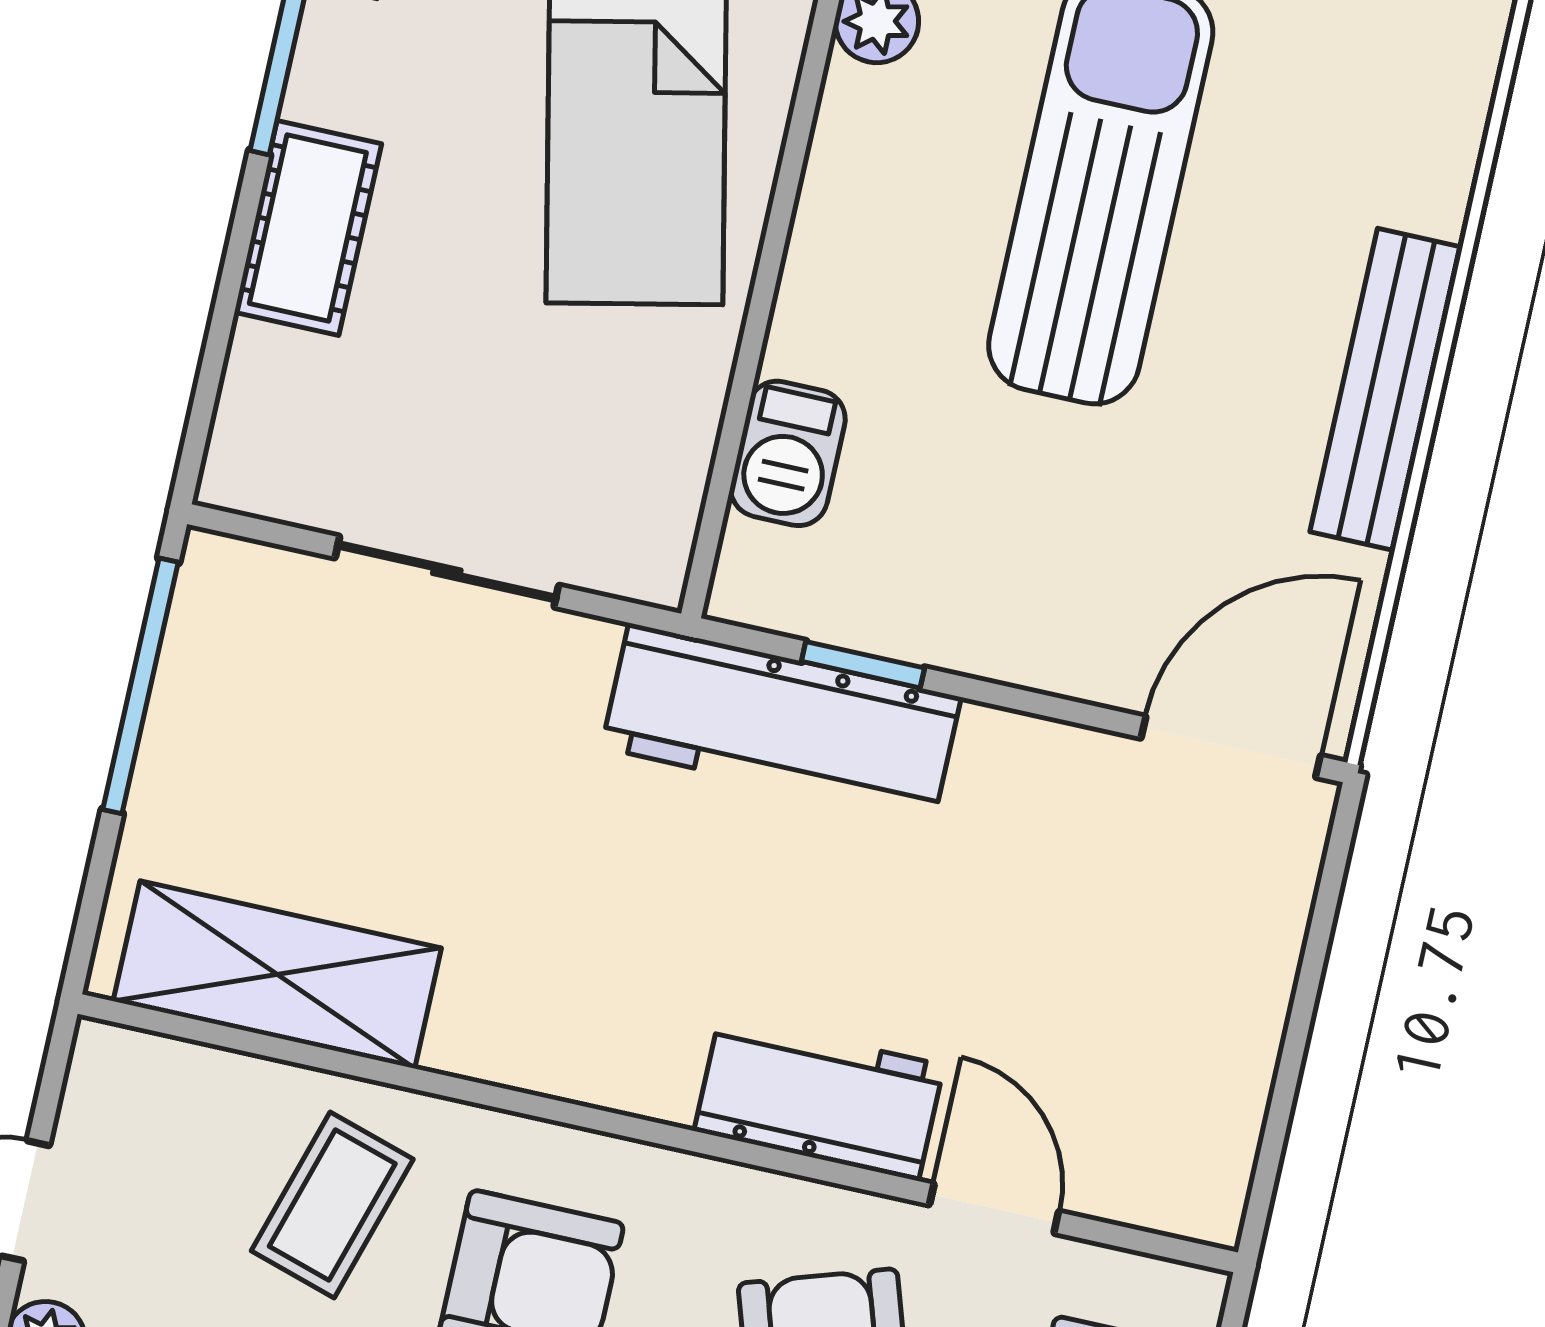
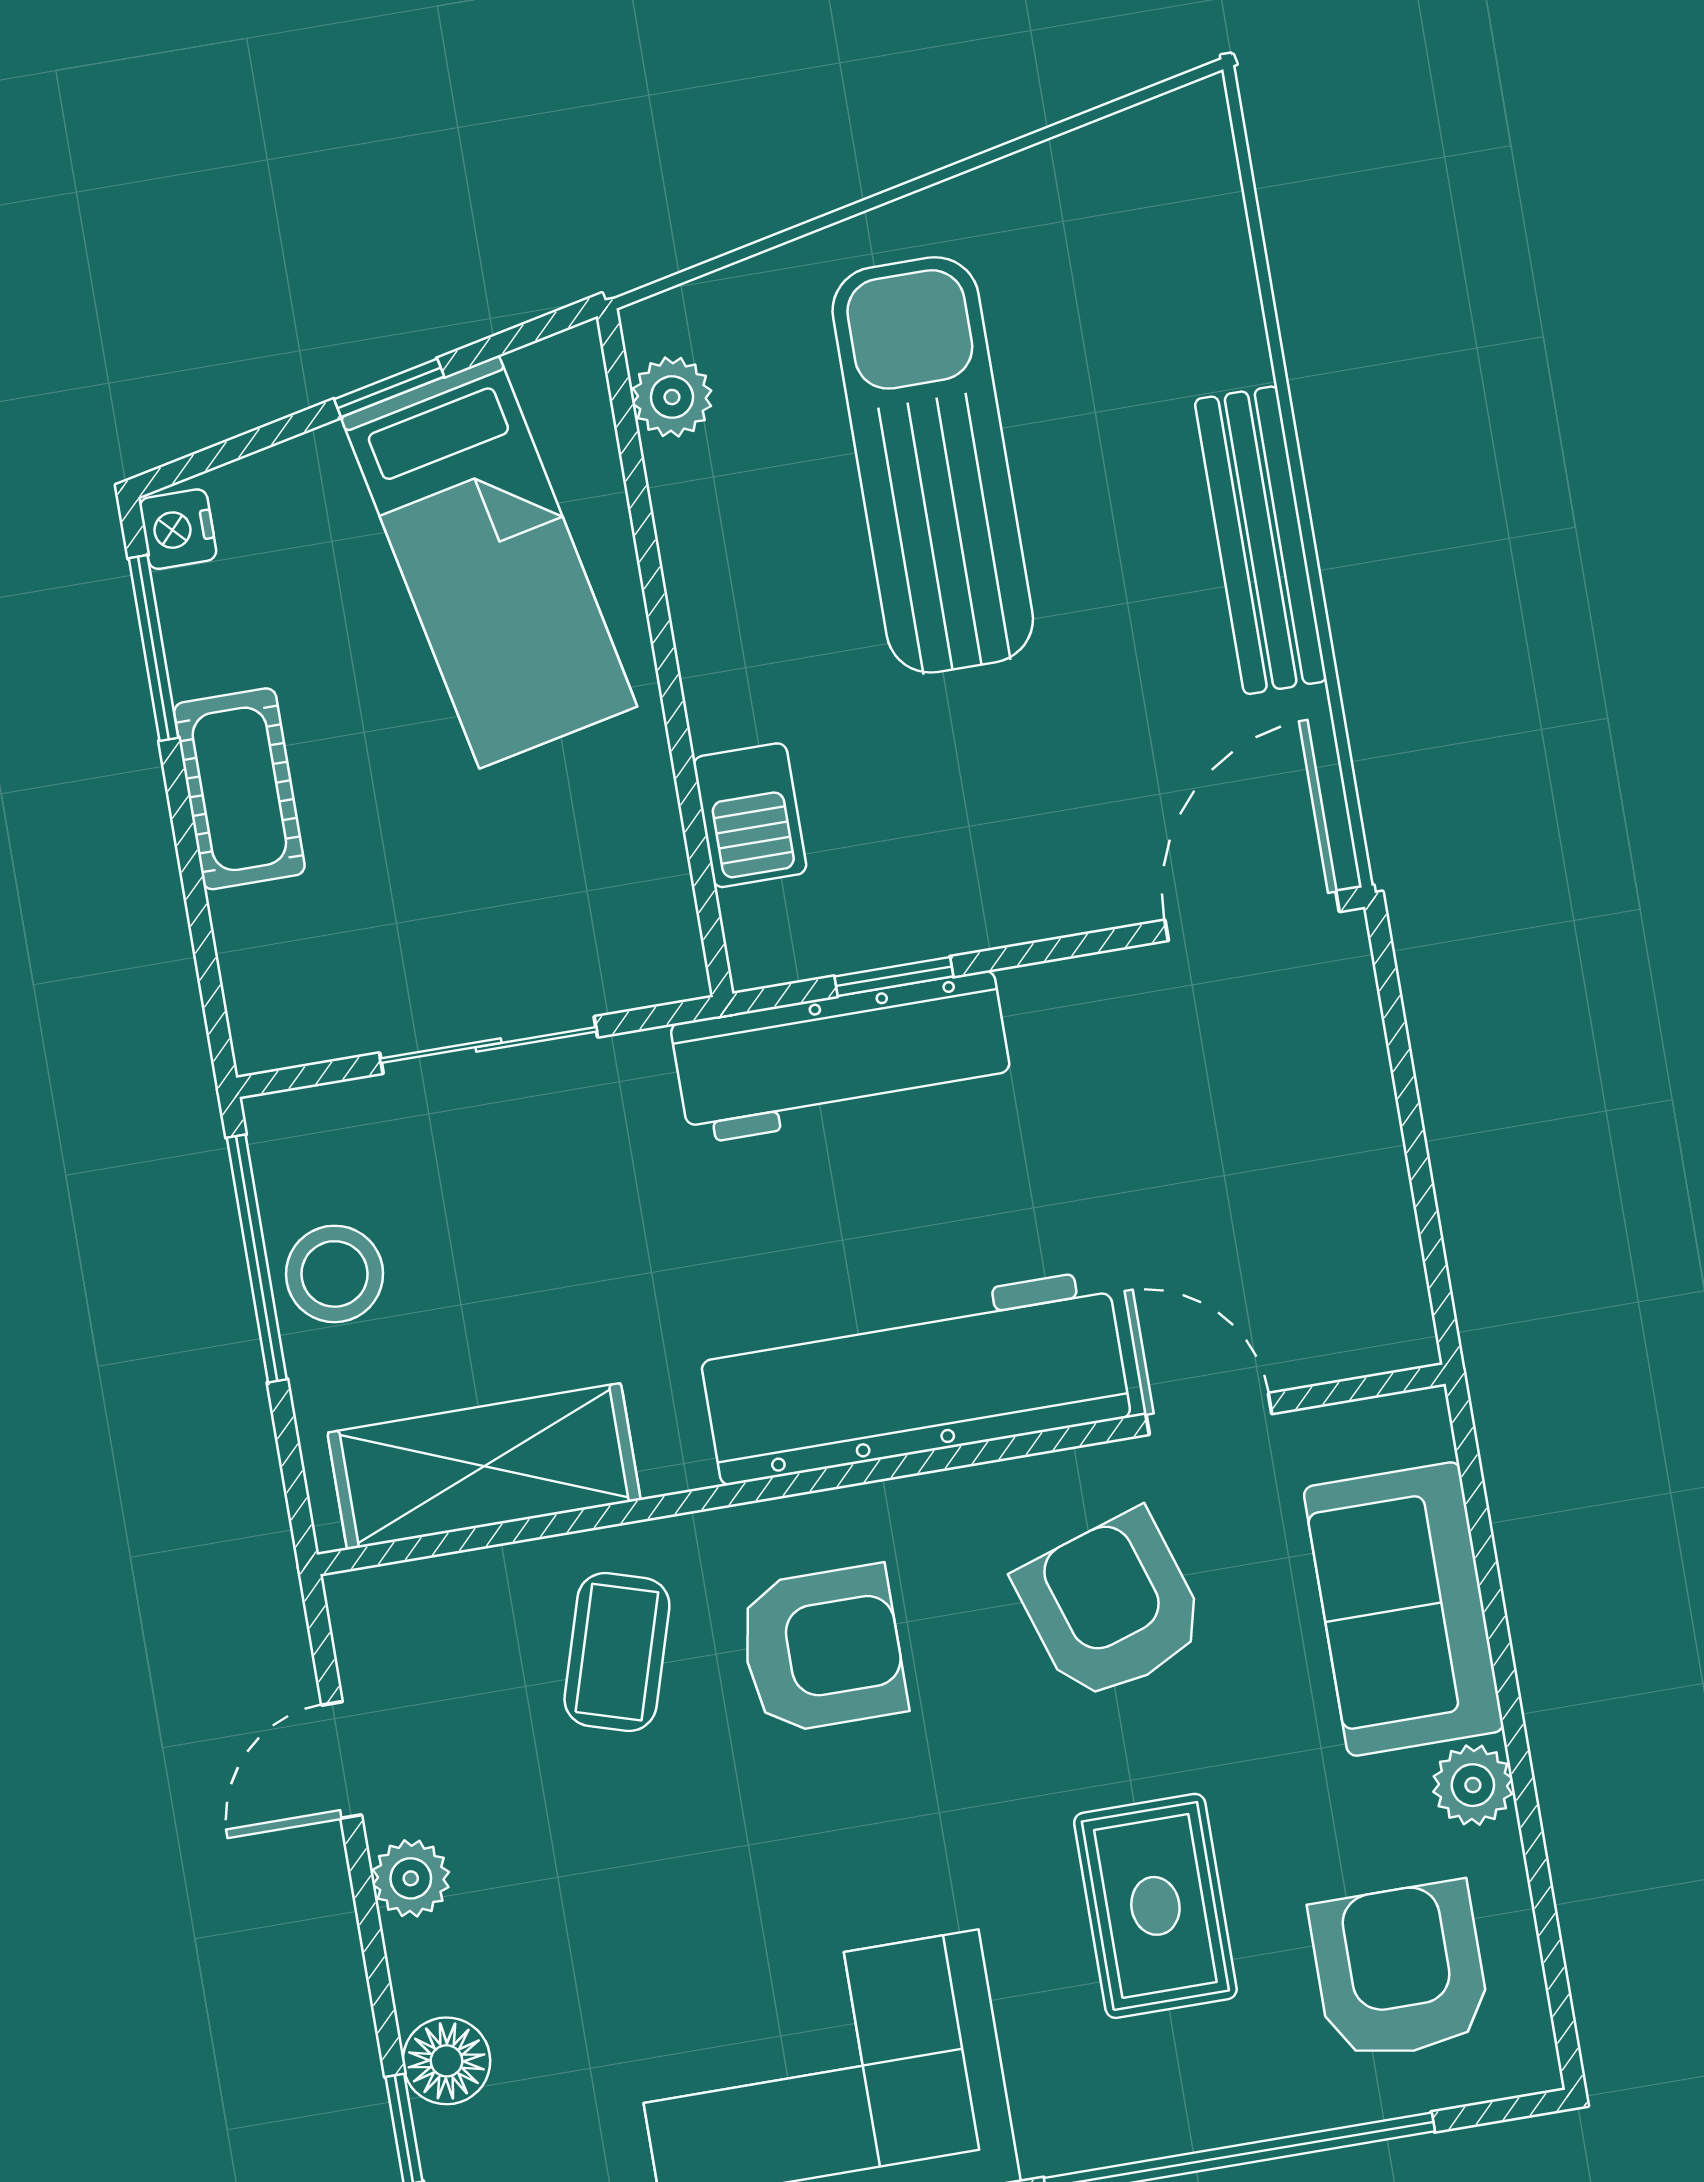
stool: (209, 731) -> (335, 1274), added
workbench: (819, 1098) -> (914, 1377), width x1.88, depth x1.32

